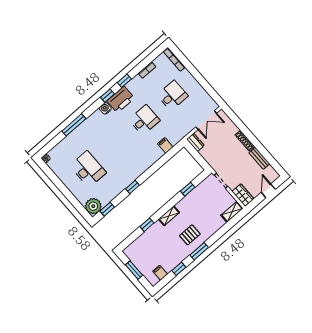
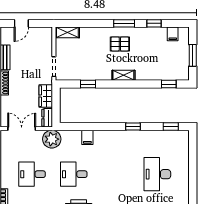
filing cabinet: (165, 145) -> (87, 137), moved
wardrobe: (243, 195) -> (46, 96), moved
plant: (93, 206) -> (52, 139), moved
window: (147, 225) -> (169, 84), moved

